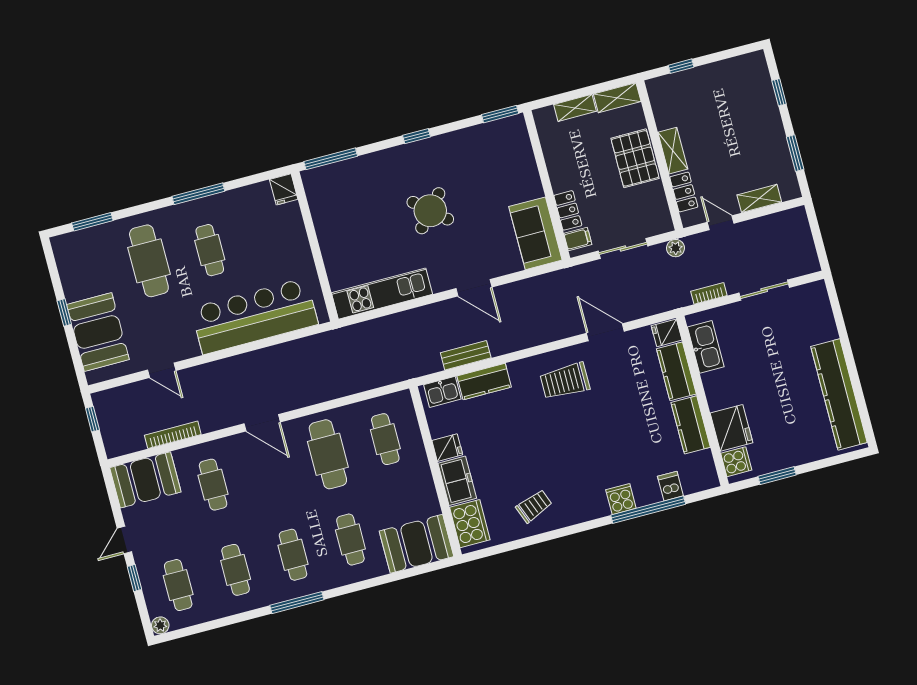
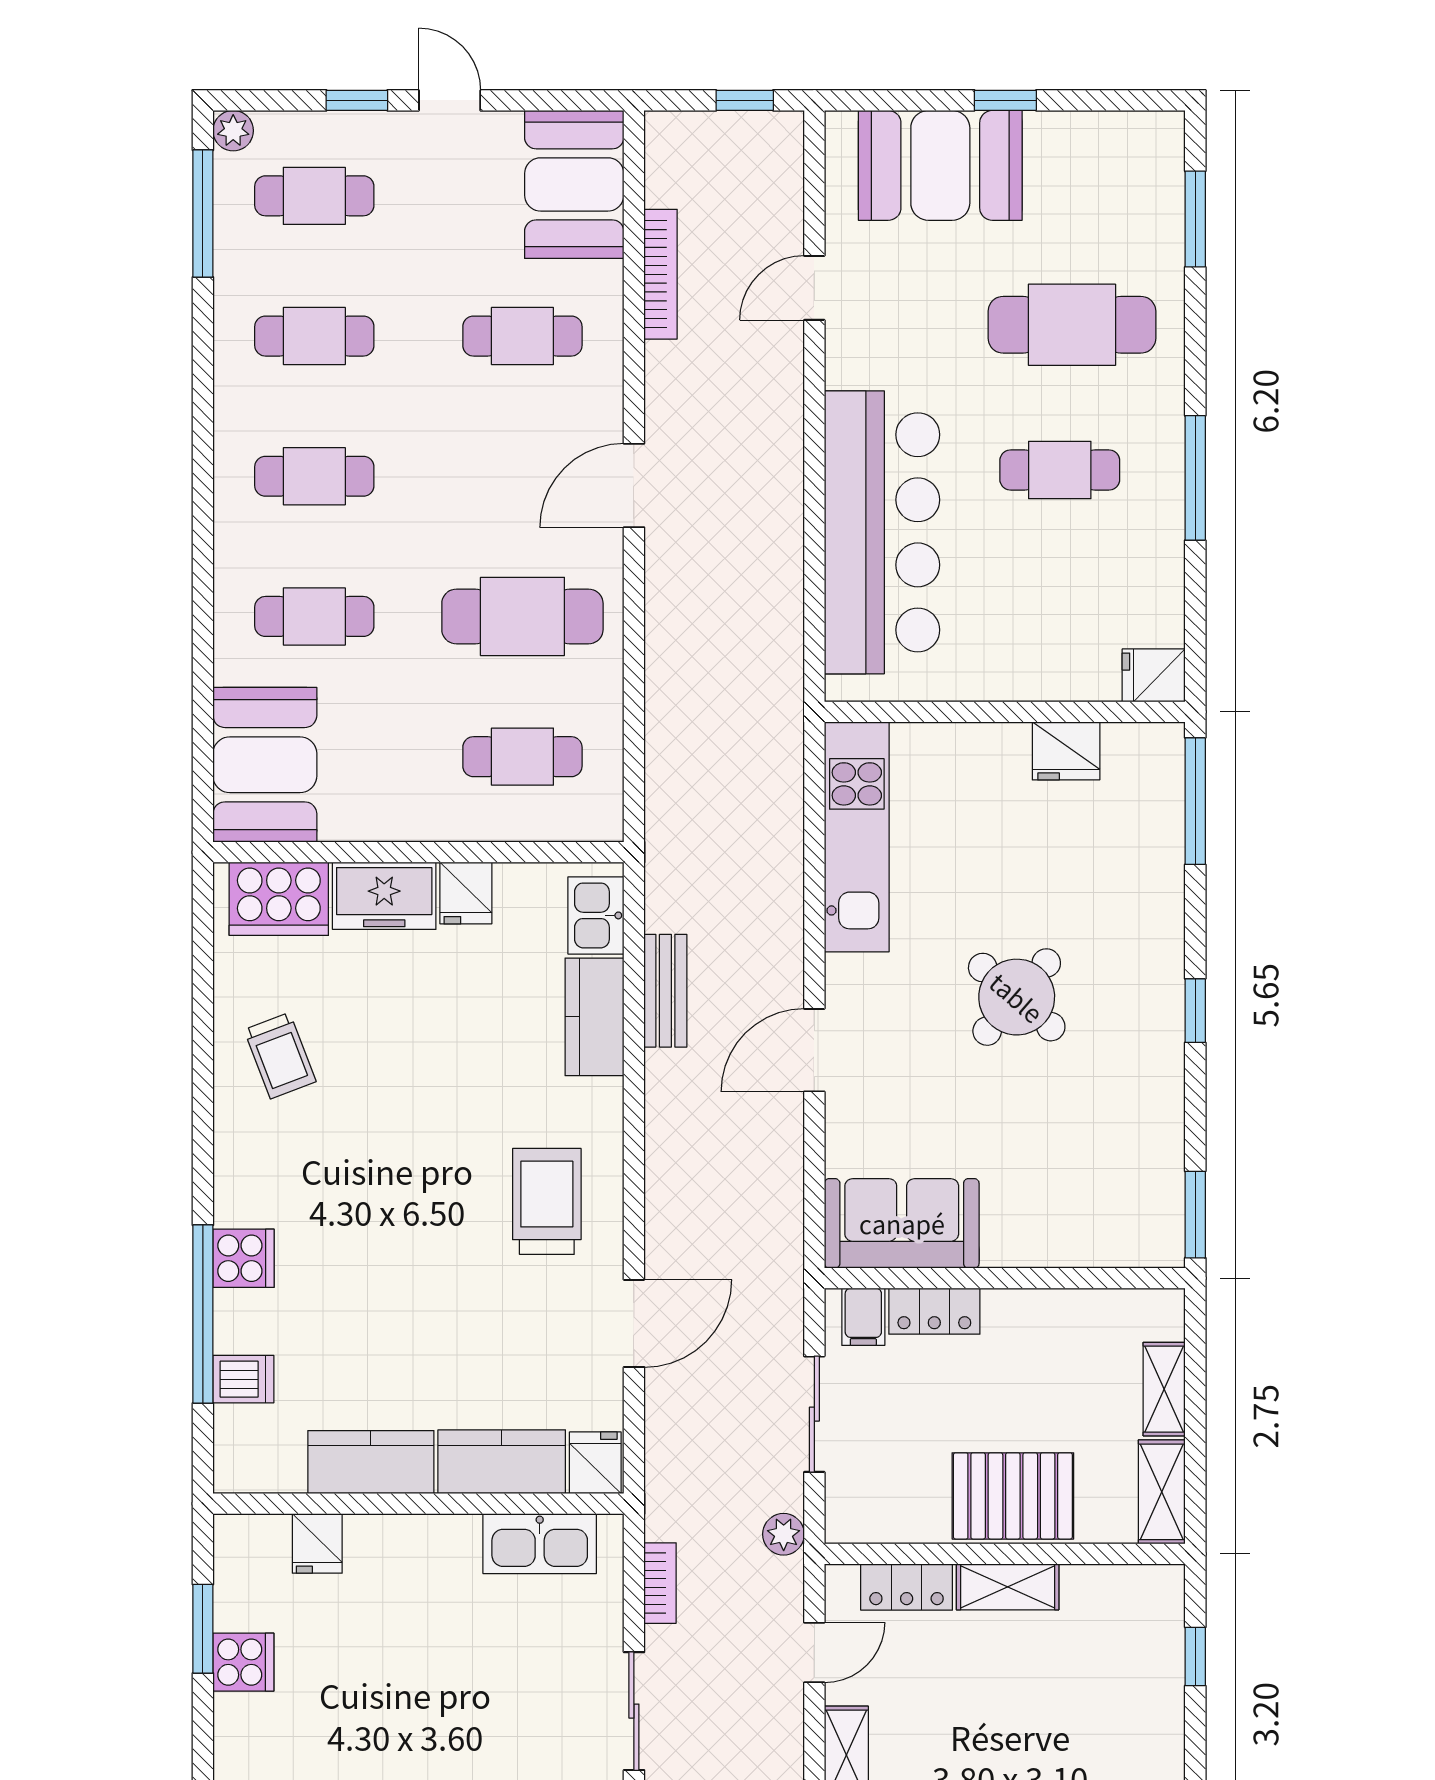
fridge: (324, 217) -> (1066, 751), added
fridge: (731, 428) -> (317, 1543), width x0.53, depth x0.75
cooker: (736, 462) -> (243, 1662), moved, turned -90
window: (297, 603) -> (203, 214), moved

